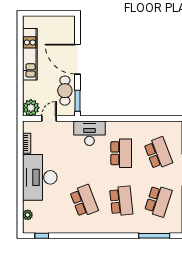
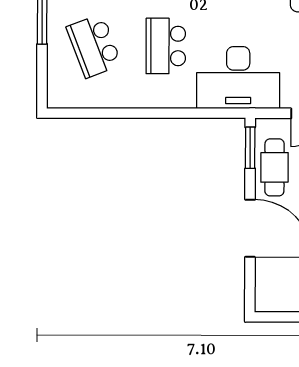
desk: (89, 133) -> (238, 78), width x1.36, depth x1.30

